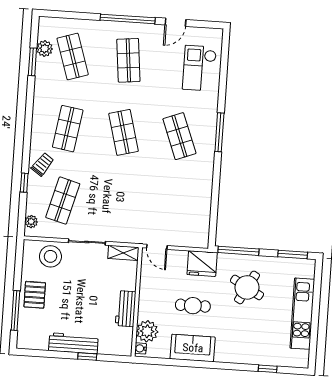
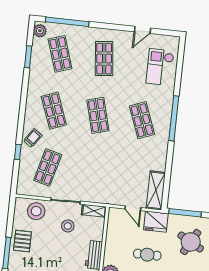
window: (128, 19) -> (67, 22), moved
plant: (45, 49) -> (40, 31), moved
shop shelf: (68, 129) -> (54, 111), turned -30
window: (219, 132) -> (174, 118), width x1.46
plant: (31, 222) -> (22, 183), removed
shelving: (200, 224) -> (156, 190), added
door: (157, 247) -> (133, 208), moved
stool: (91, 273) -> (68, 226), added

